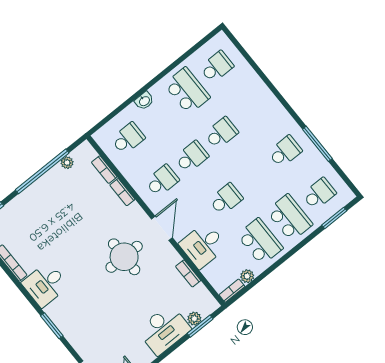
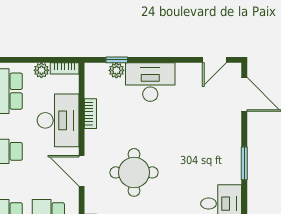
door: (162, 228) -> (82, 171), hinge flipped
desk: (203, 245) -> (58, 120), width x1.37
window: (200, 326) -> (117, 60), width x0.67

